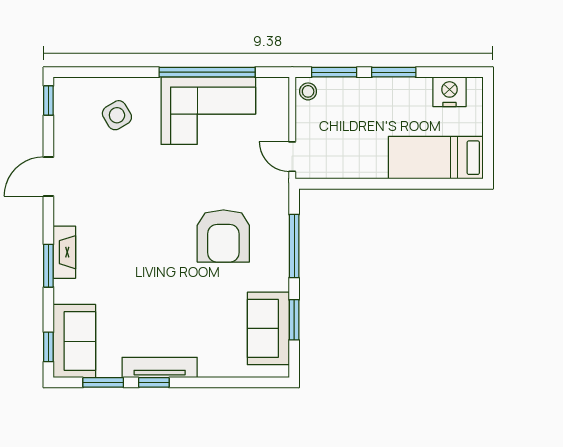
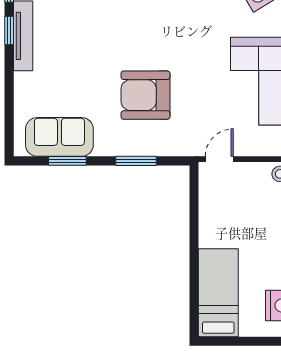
window: (294, 246) -> (136, 161), width x0.69

